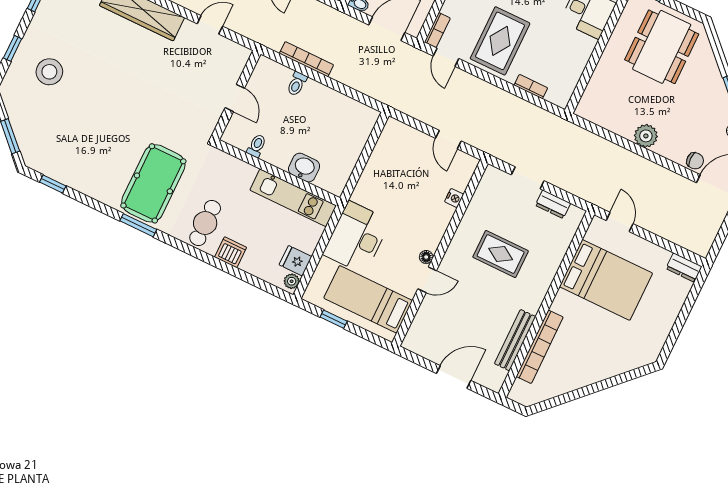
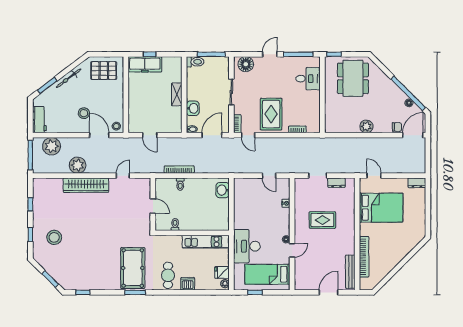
washbasin: (304, 168) -> (223, 190), moved, turned -90
bench: (515, 340) -> (350, 272), moved

